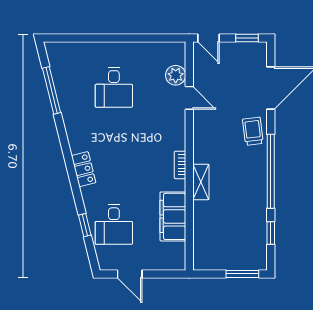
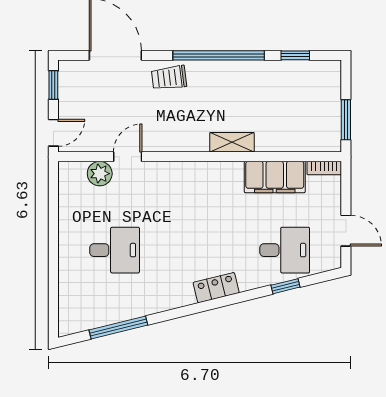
bookcase: (180, 165) -> (324, 168), moved
door: (130, 274) -> (346, 231), hinge flipped
window: (242, 274) -> (346, 120), moved

